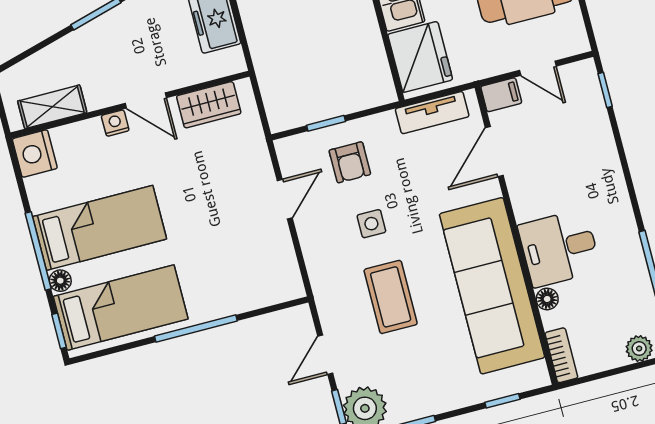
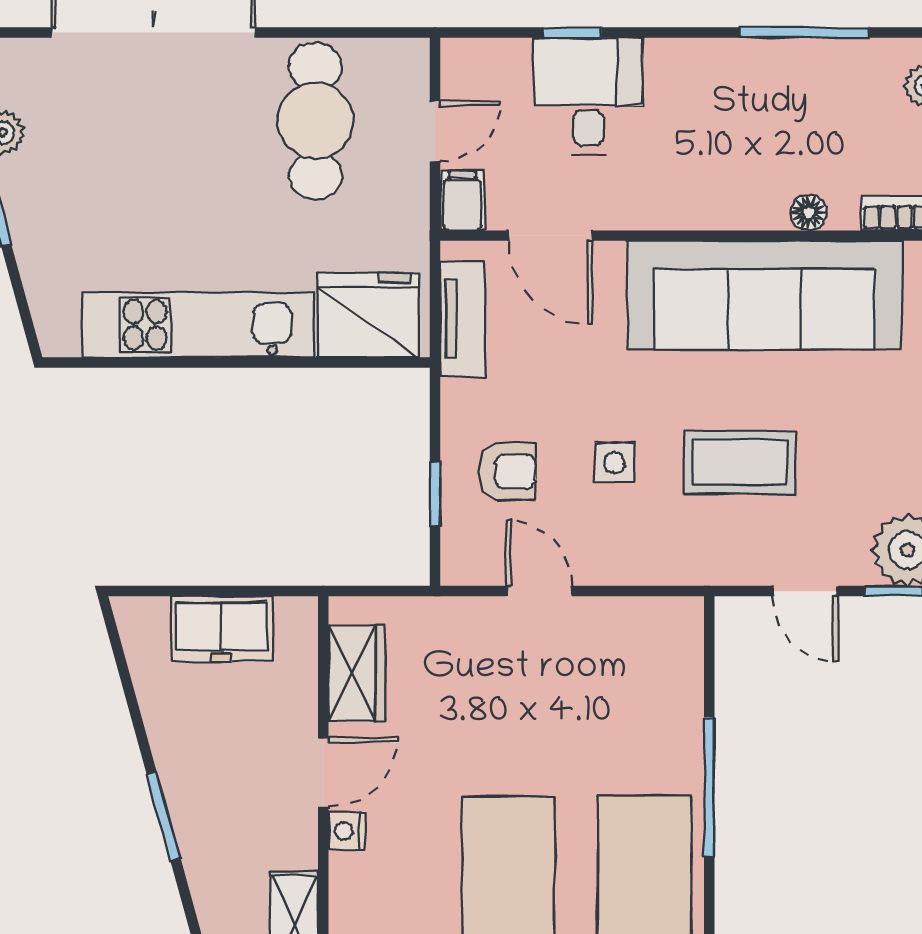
window: (605, 90) -> (572, 33), moved
desk: (559, 248) -> (588, 96), moved, turned 180

